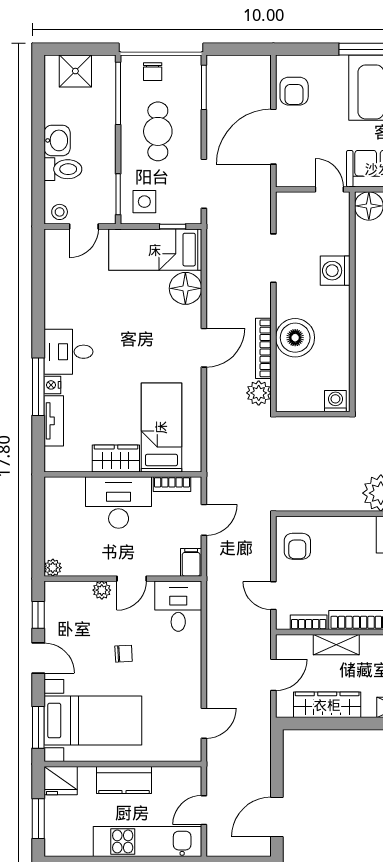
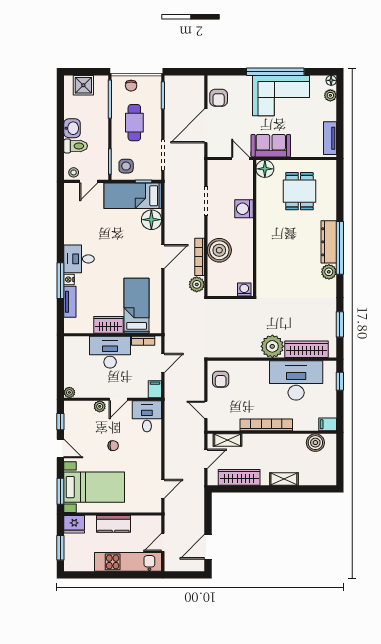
bookcase: (309, 622) -> (228, 426), removed
shelving: (336, 645) -> (228, 440), moved

